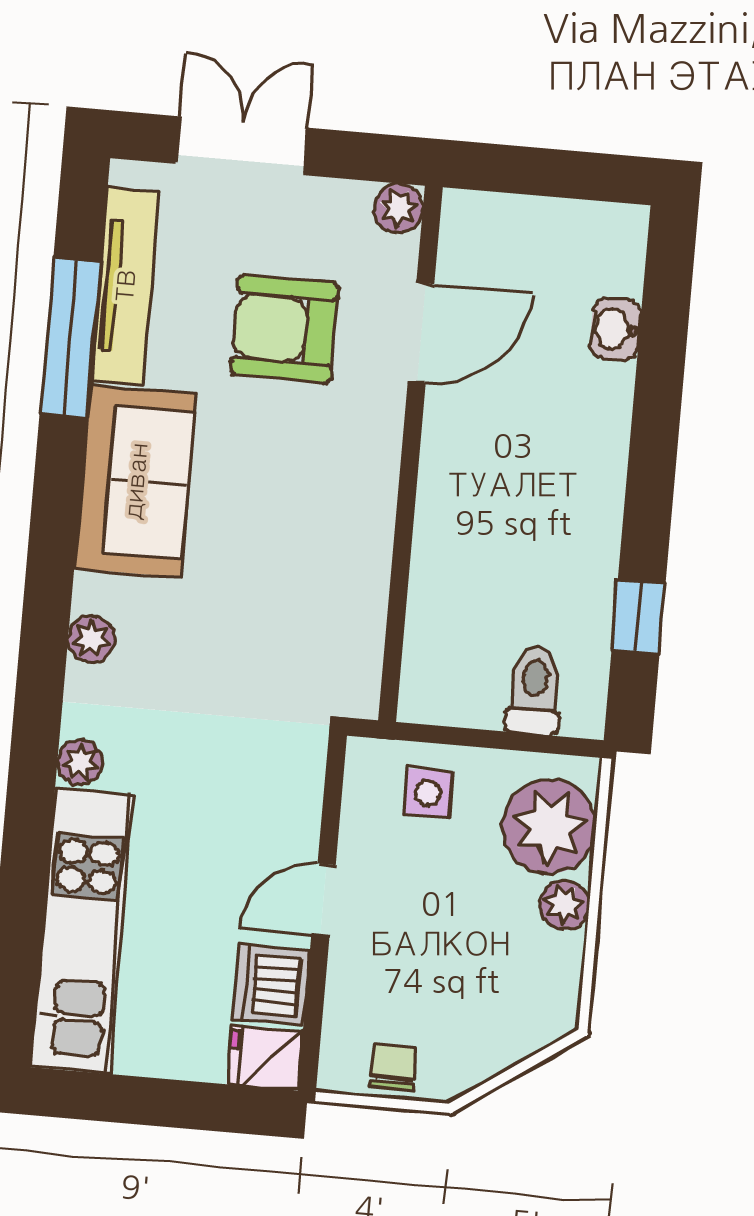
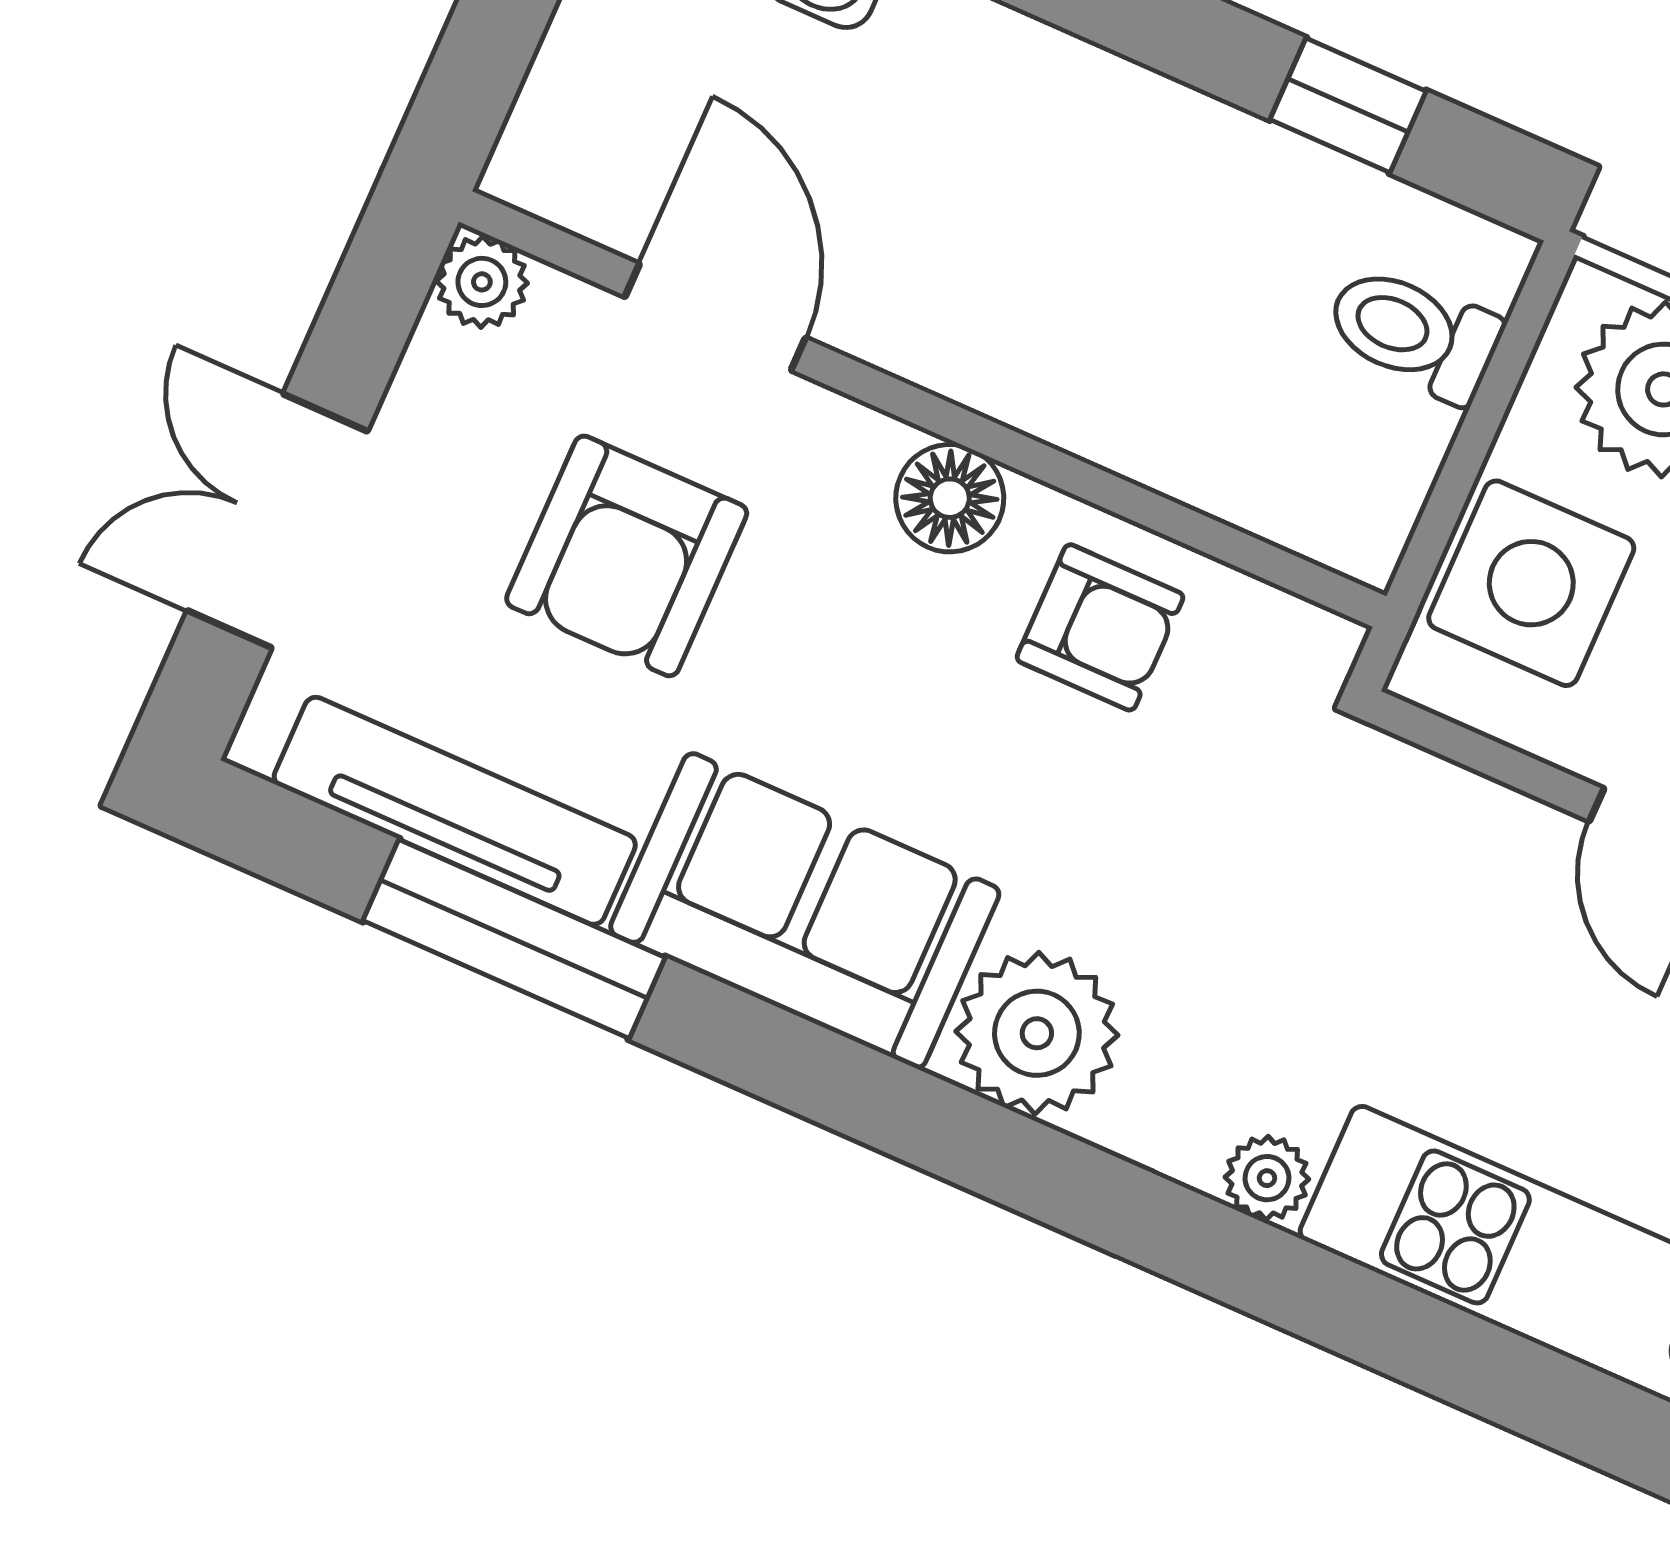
floor lamp: (370, 483) -> (950, 498), added
armchair: (330, 582) -> (1100, 627), added
plant: (91, 639) -> (1037, 1033), width x1.88, depth x1.88
side table: (428, 793) -> (1531, 583), width x1.87, depth x1.87

